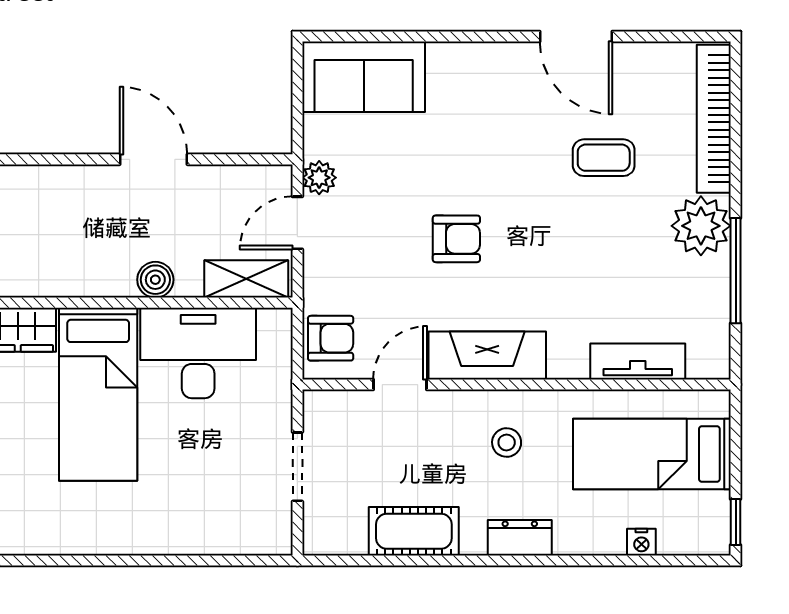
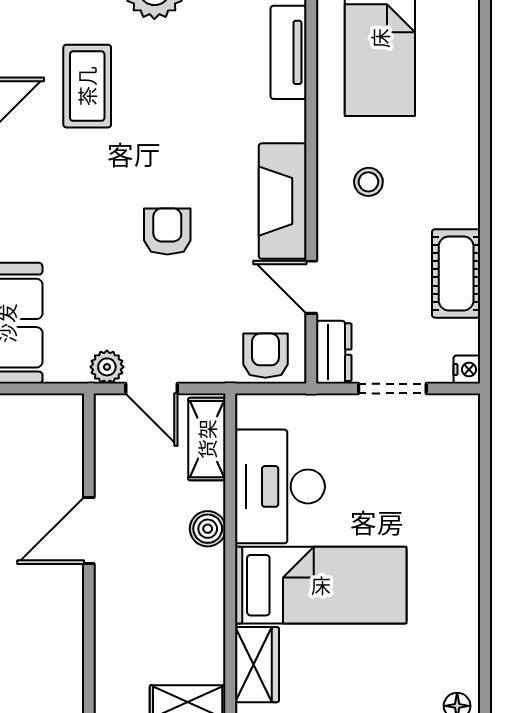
coffee table: (604, 158) -> (87, 86), width x1.36, depth x1.30
dresser: (520, 538) -> (334, 352), moved, turned 180
nightstand: (641, 542) -> (467, 369), moved

